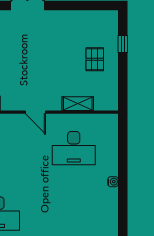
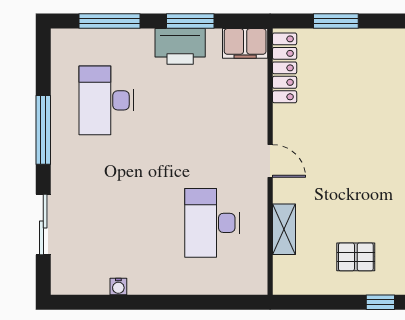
door: (35, 112) -> (270, 161), swing flipped
water cooler: (113, 182) -> (118, 286), moved

